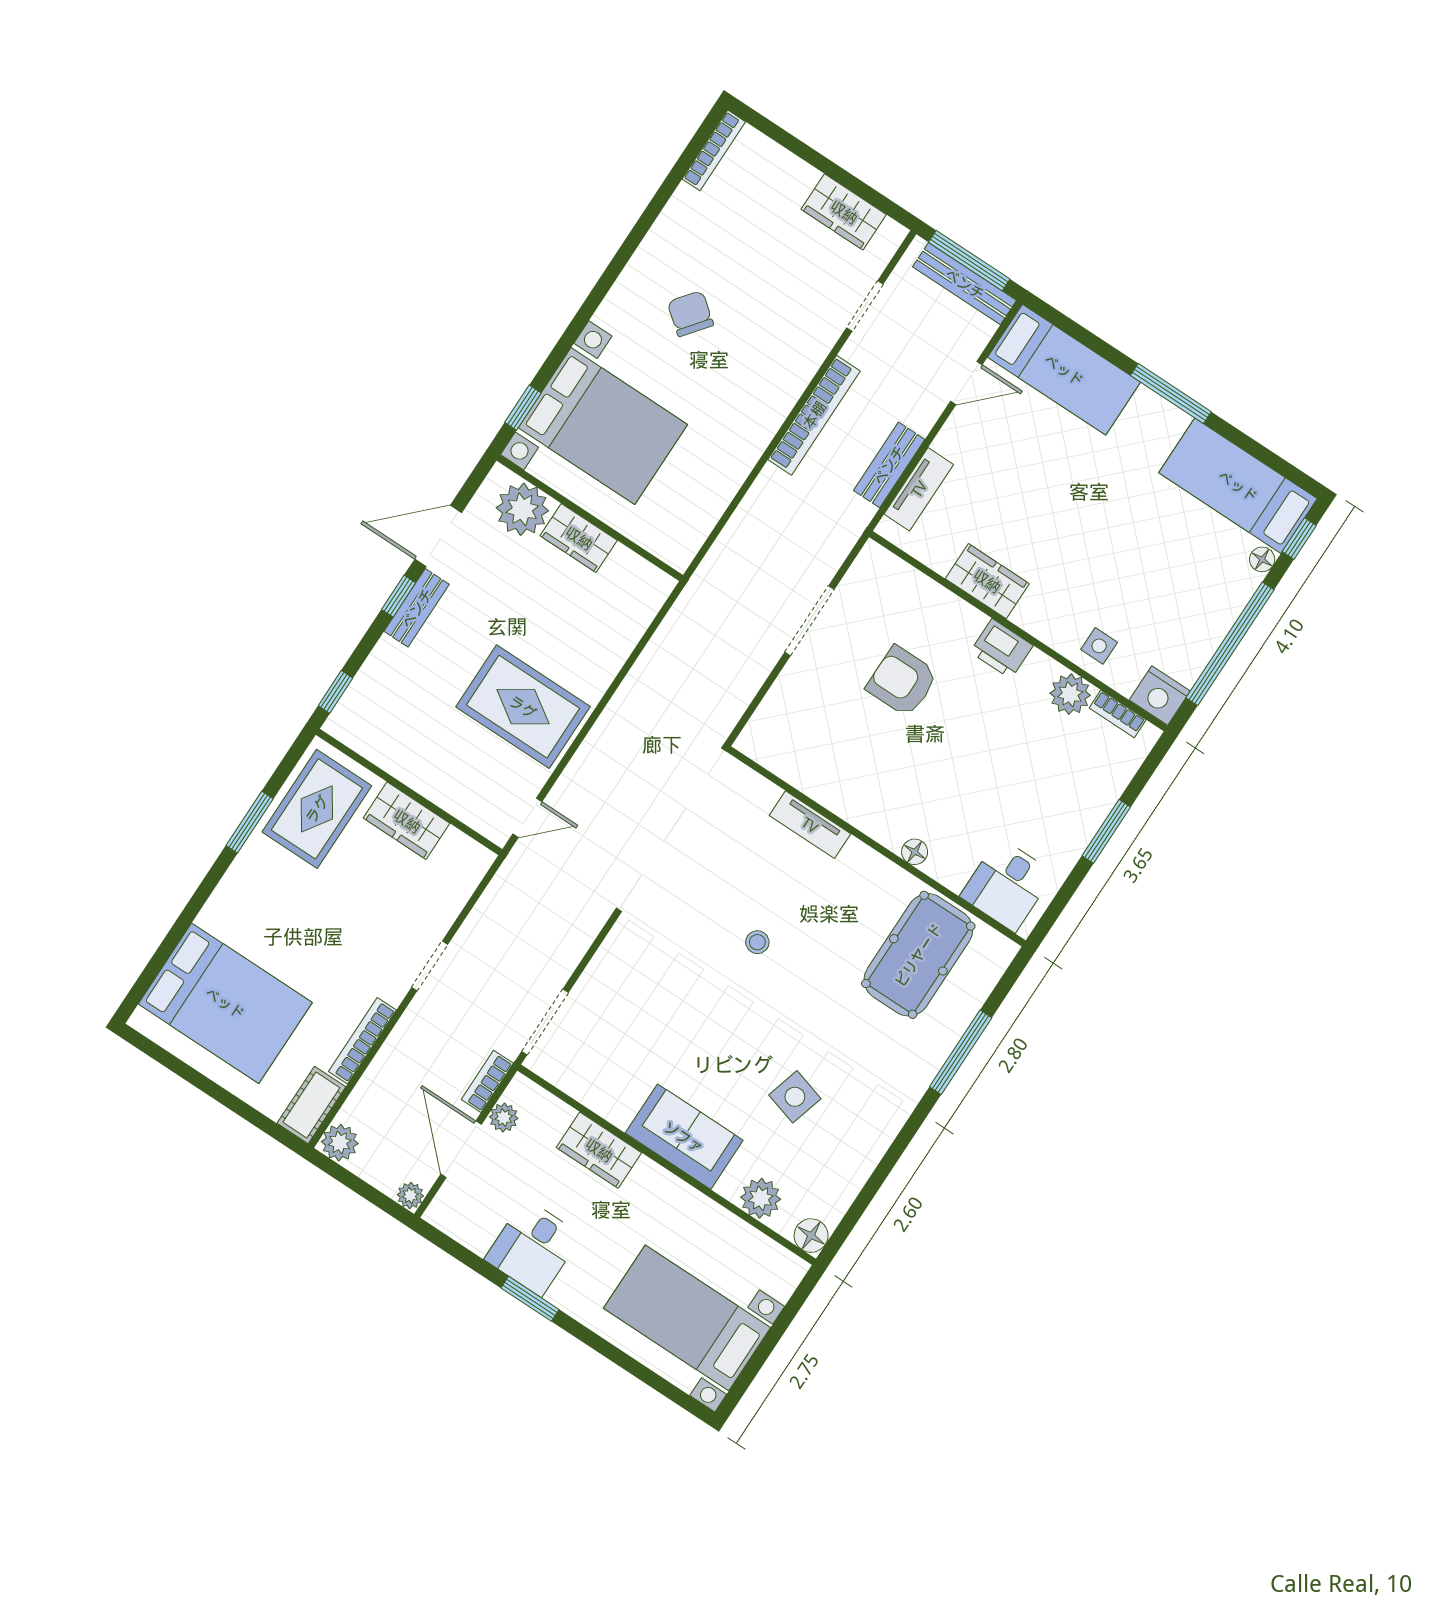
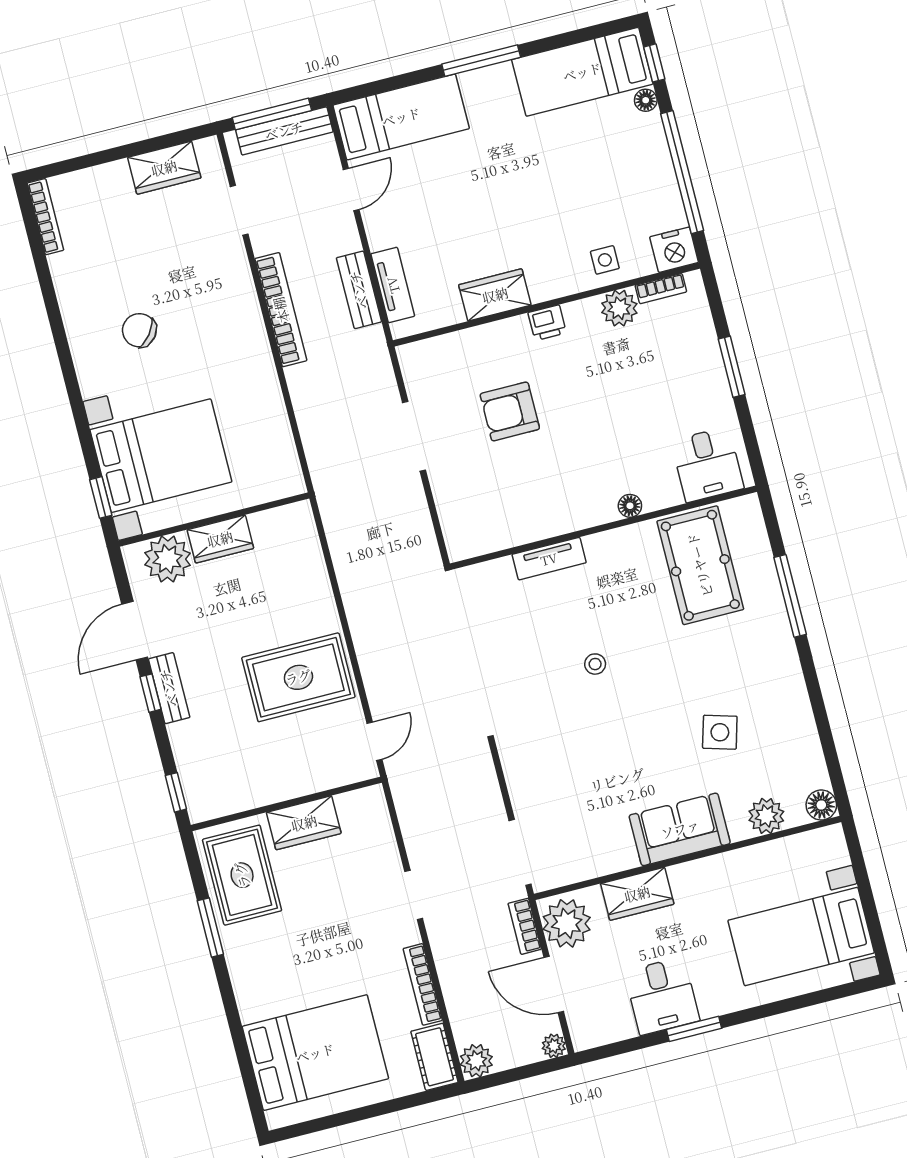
printer: (1001, 649) -> (547, 323), width x0.73, depth x0.81
plant: (504, 1118) -> (567, 923), width x1.88, depth x1.88

